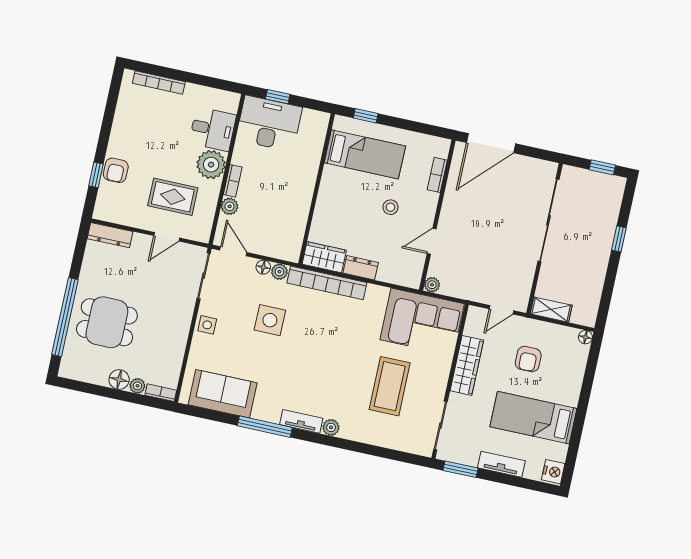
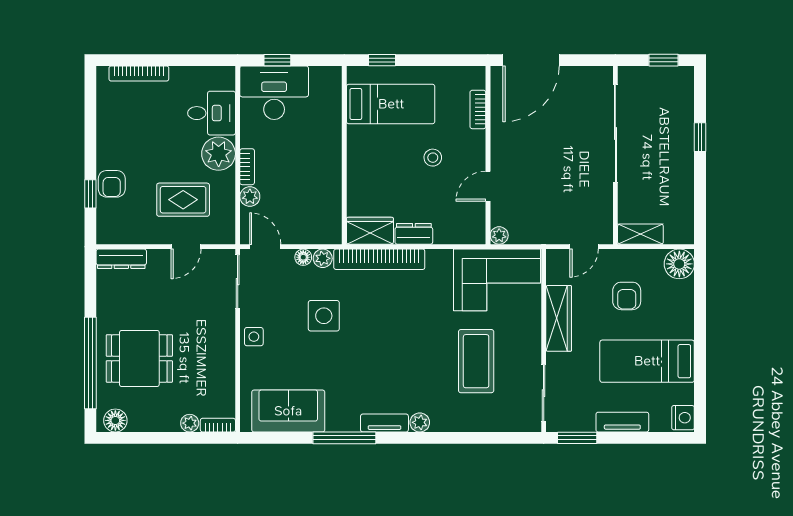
floor lamp: (585, 337) -> (679, 264), width x1.89, depth x1.89
floor lamp: (119, 380) -> (115, 420), moved

